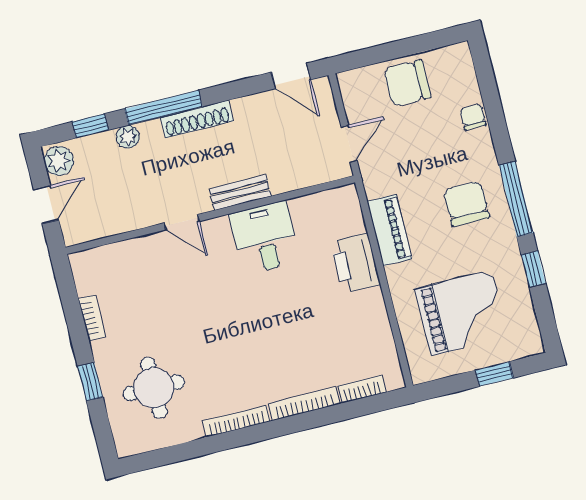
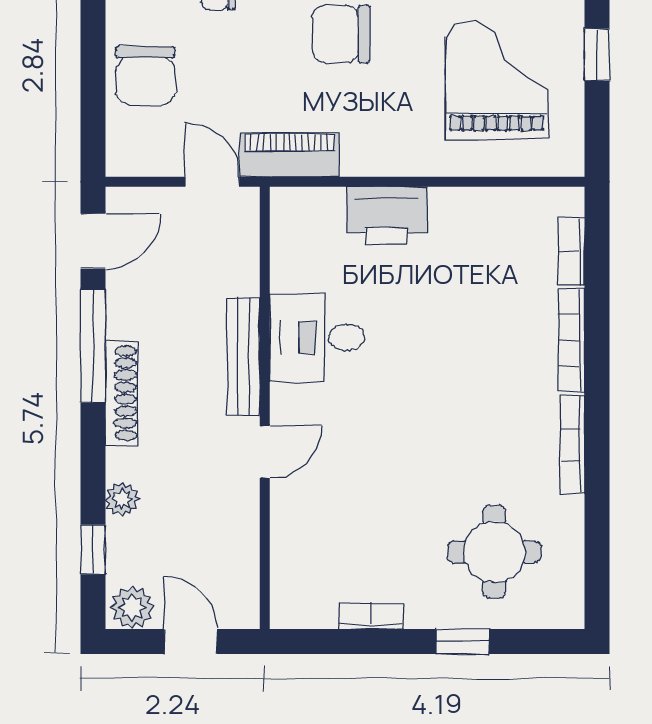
window: (164, 108) -> (93, 346), moved
bench: (240, 193) -> (243, 357), width x1.36
piano: (389, 230) -> (289, 155), moved

